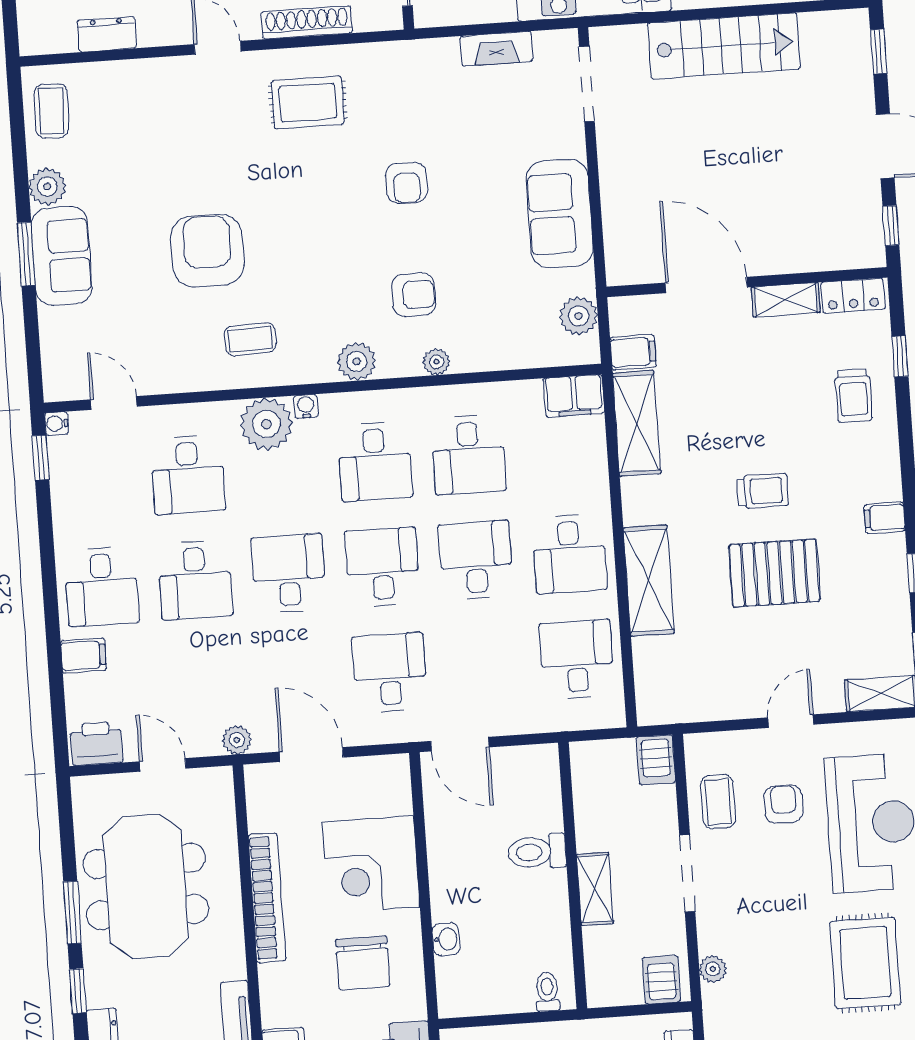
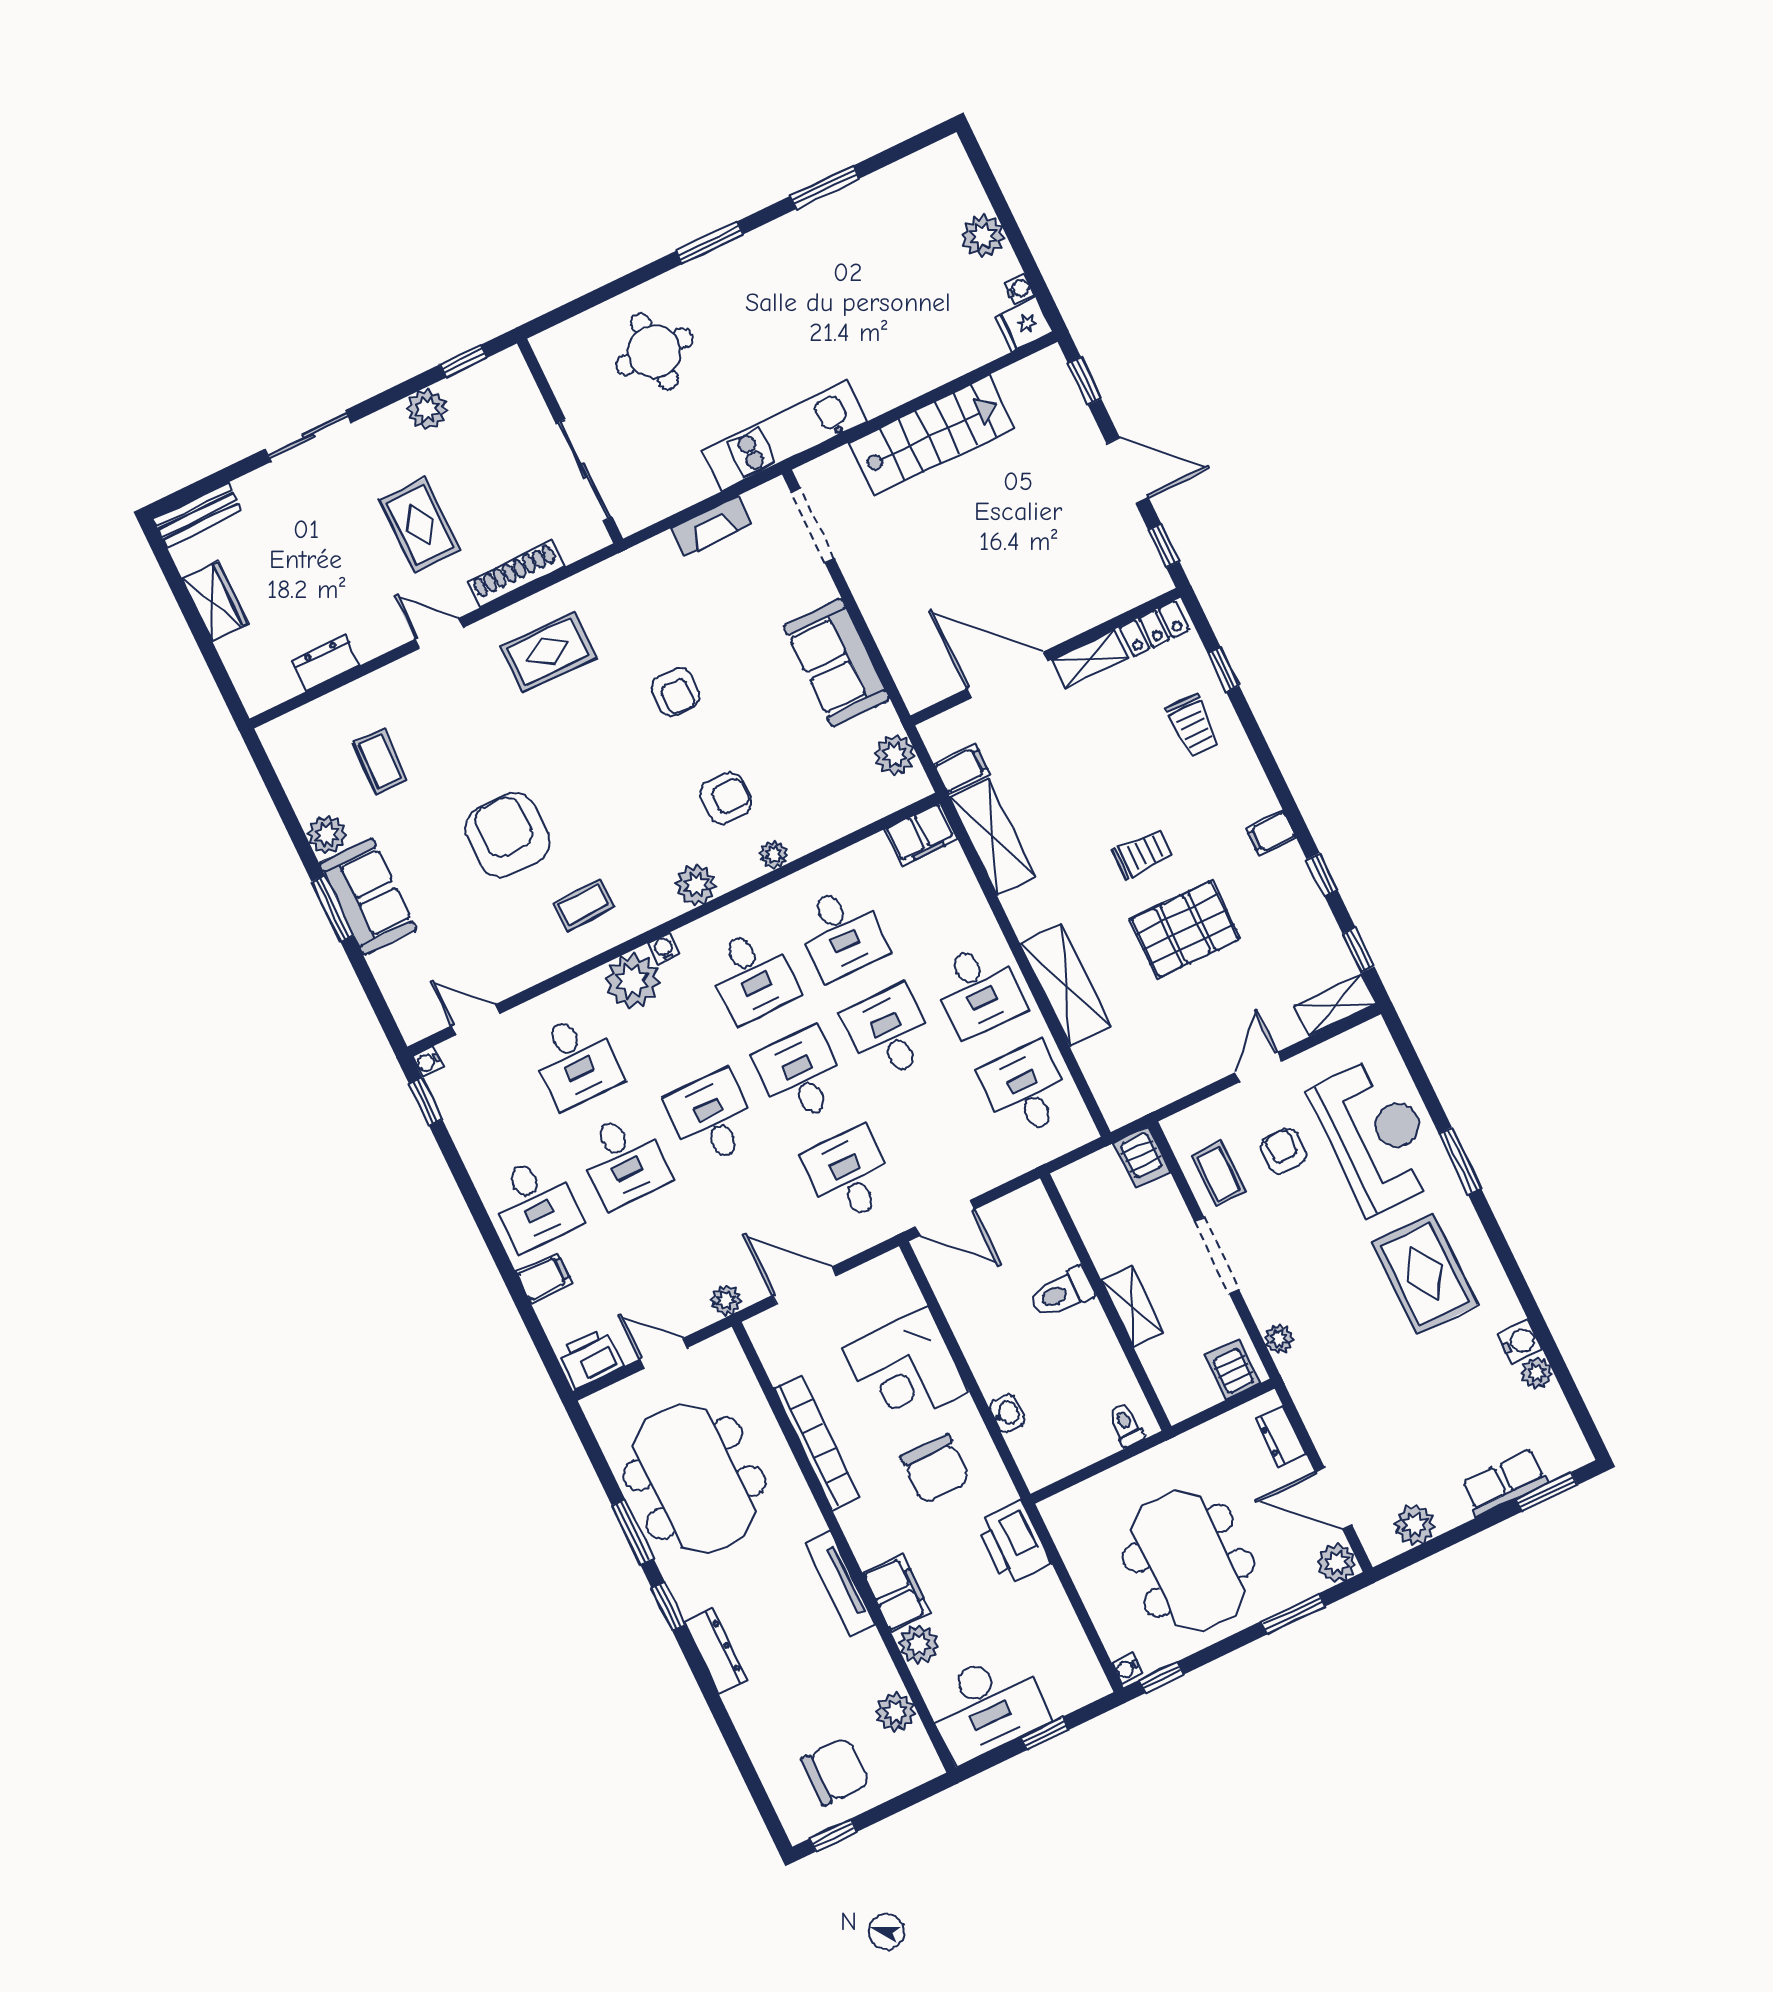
coffee table: (51, 111) -> (380, 761), moved

